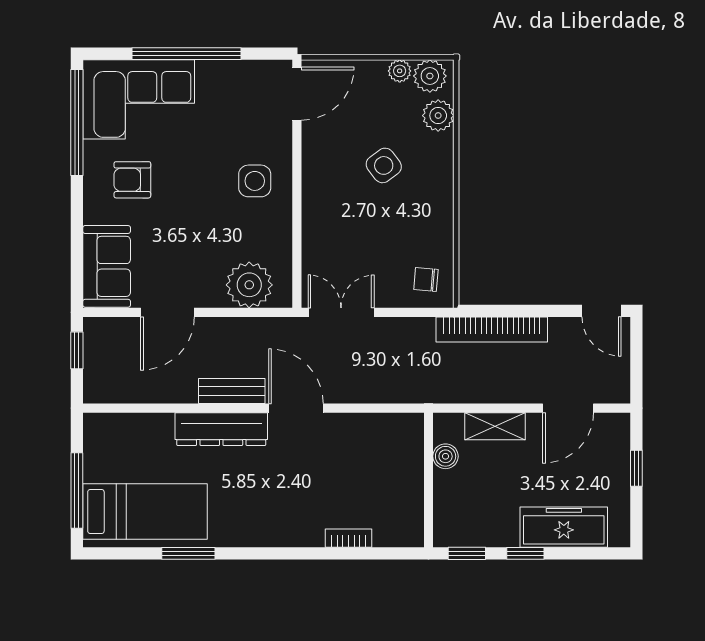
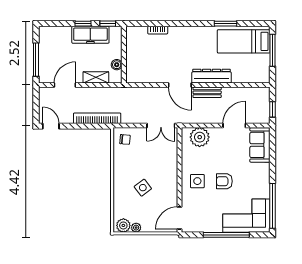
plant: (438, 116) -> (120, 209), removed
armchair: (132, 180) -> (224, 181), moved, turned 180
window: (636, 468) -> (36, 60), width x2.17
freezer: (564, 527) -> (90, 35), moved

